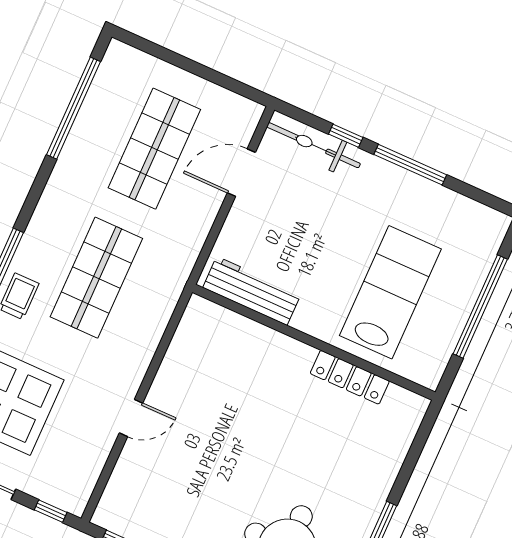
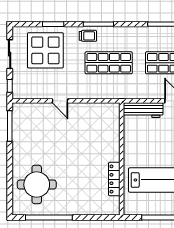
workbench: (252, 291) -> (143, 110), moved, turned 90

